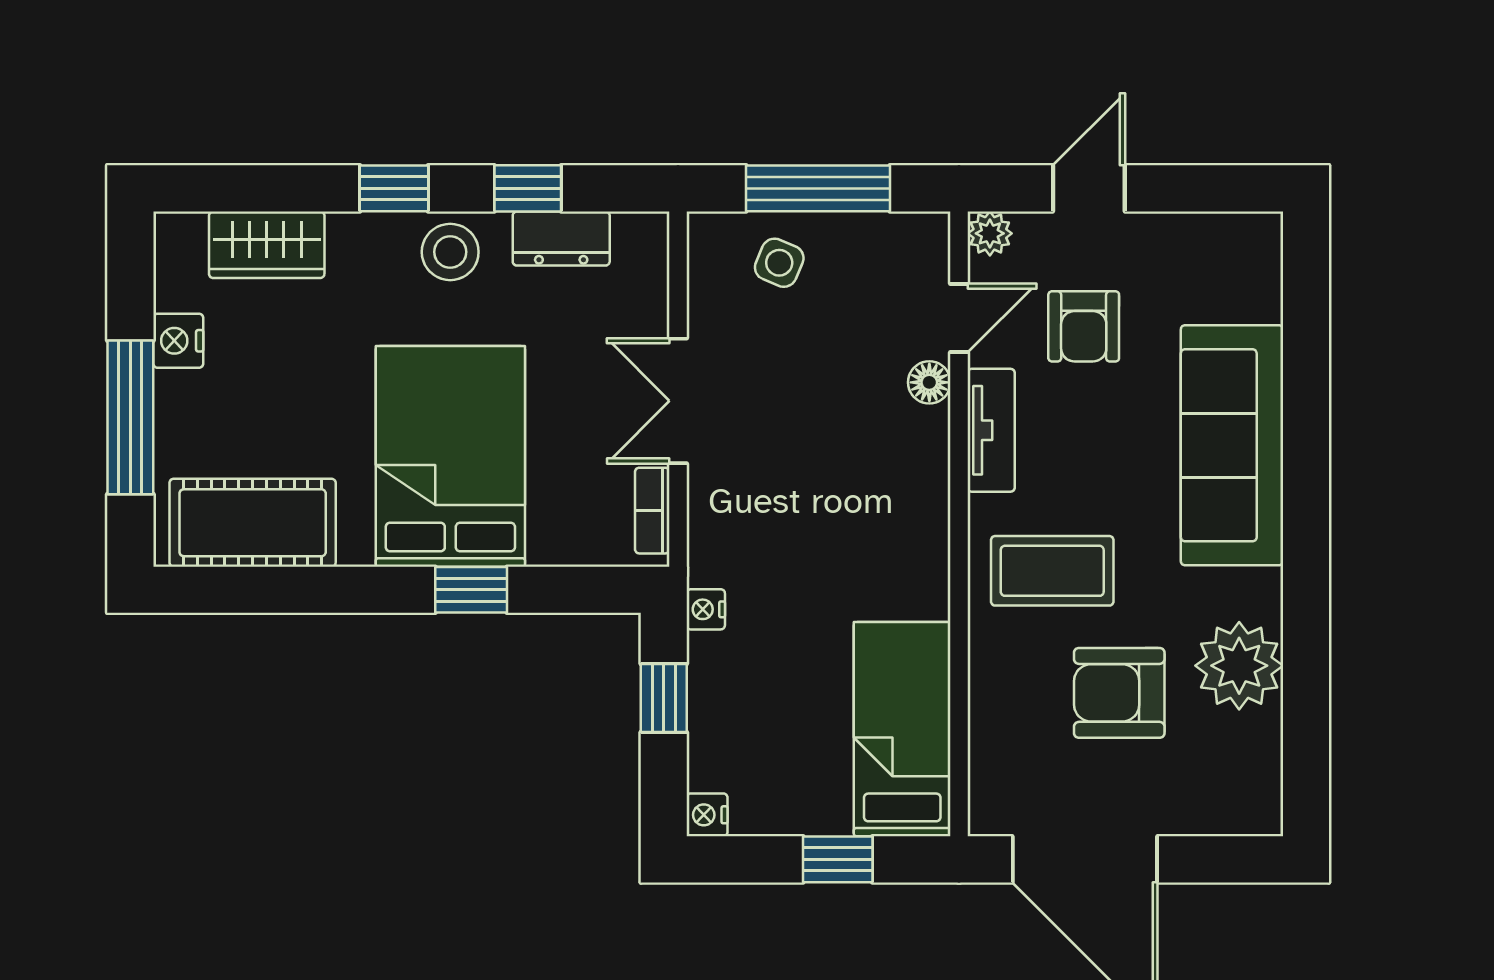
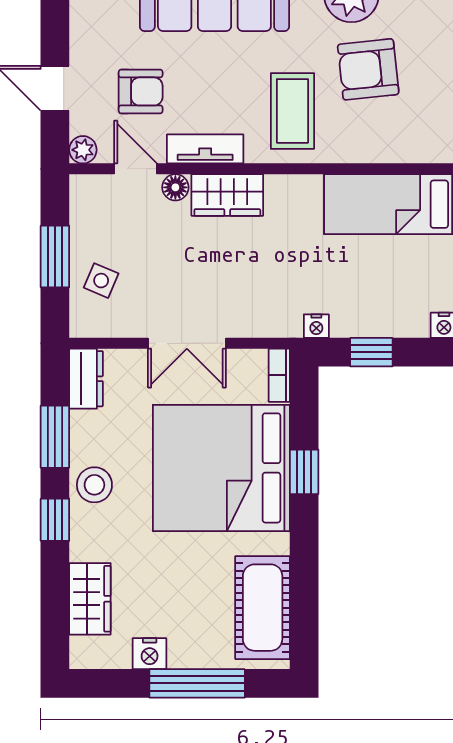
window: (528, 188) -> (55, 437), width x1.50
window: (818, 188) -> (55, 256), width x0.69
dresser: (561, 239) -> (86, 379), moved
bed: (450, 456) -> (221, 468), width x1.36
wardrobe: (917, 466) -> (227, 195), added
bookcase: (652, 511) -> (279, 375), moved, turned 90
armchair: (1119, 693) -> (368, 69), turned 84

